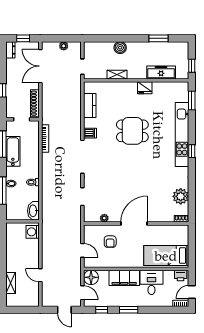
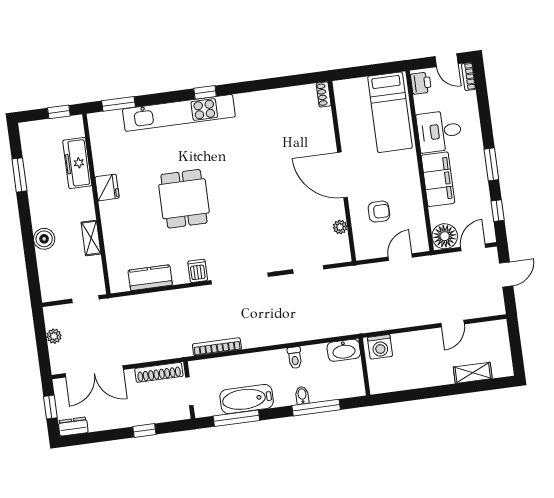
plant: (181, 196) -> (285, 101), removed

